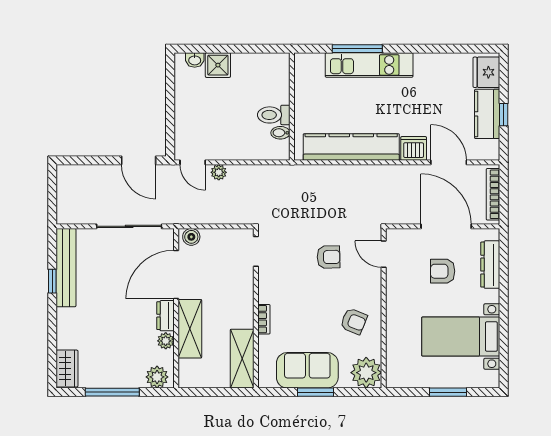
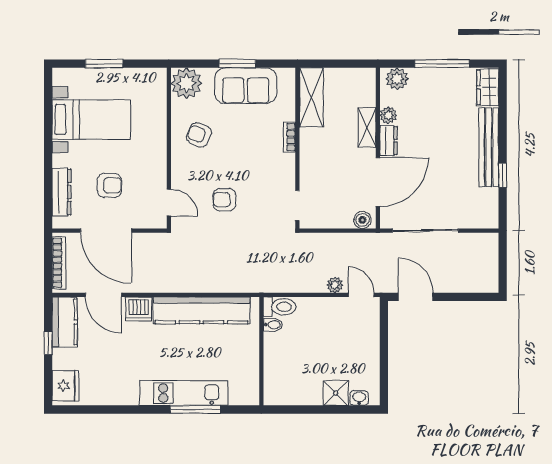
kitchen counter: (487, 114) -> (65, 322), moved
toilet: (274, 115) -> (280, 307), moved
bench: (66, 268) -> (489, 147), moved
shelving: (190, 329) -> (367, 127), width x0.67, depth x0.75

